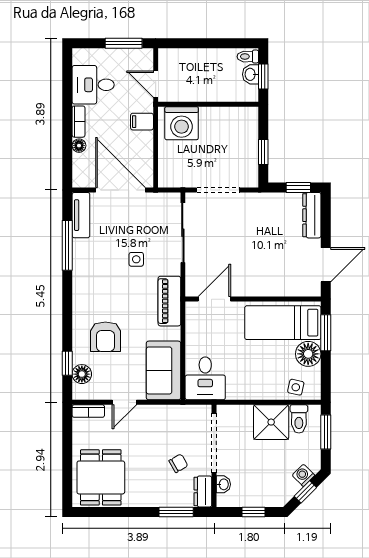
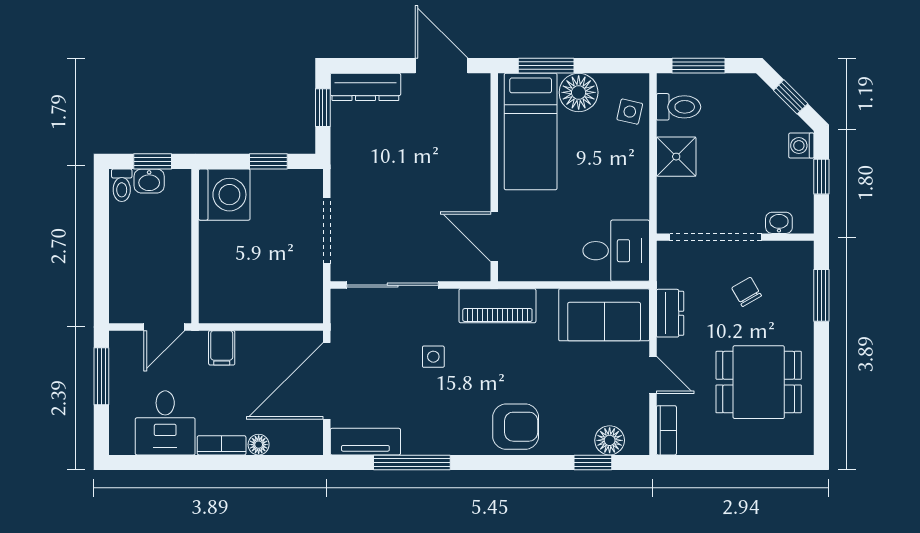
washing machine: (182, 123) -> (224, 195), moved
armchair: (105, 337) -> (516, 427), moved
shower: (271, 422) -> (676, 157), width x0.73, depth x0.73
washing machine: (303, 475) -> (801, 146), moved, turned 45
dining table: (101, 477) -> (759, 382), moved
dresser: (203, 491) -> (670, 313), moved, turned -90

